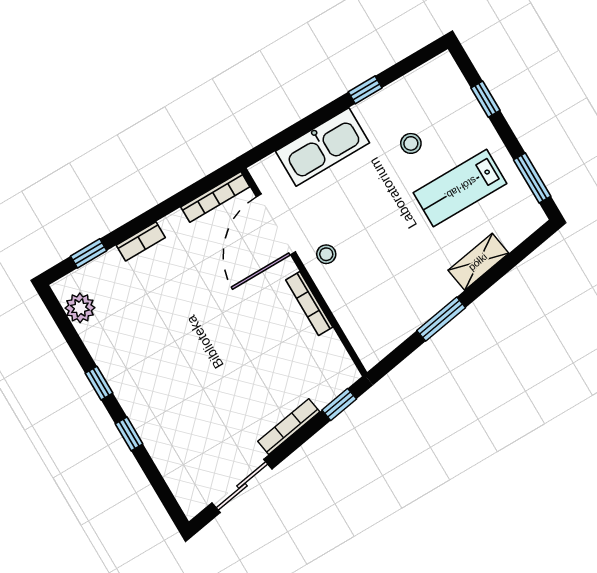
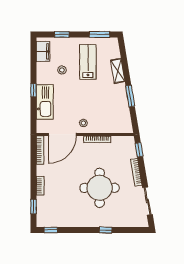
filing cabinet: (427, 81) -> (43, 51), added
window: (365, 90) -> (33, 90), moved
lab bench: (460, 188) -> (88, 62), turned 180
door: (276, 224) -> (62, 134), hinge flipped
plant: (80, 308) -> (51, 221), removed
round table: (210, 369) -> (100, 188), added
window: (99, 383) -> (51, 230), moved

